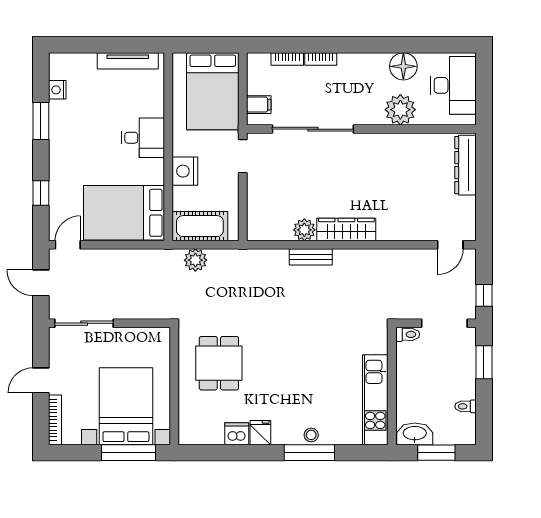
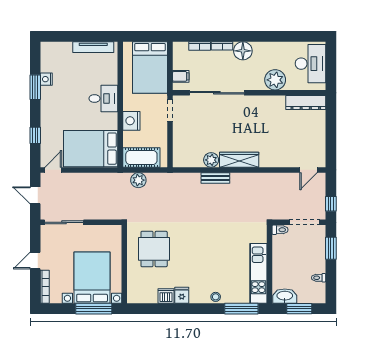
floor lamp: (403, 66) -> (243, 51), moved
nightstand: (57, 90) -> (46, 79), moved
dresser: (465, 165) -> (306, 102), moved, turned -90
window: (309, 453) -> (241, 309), moved

